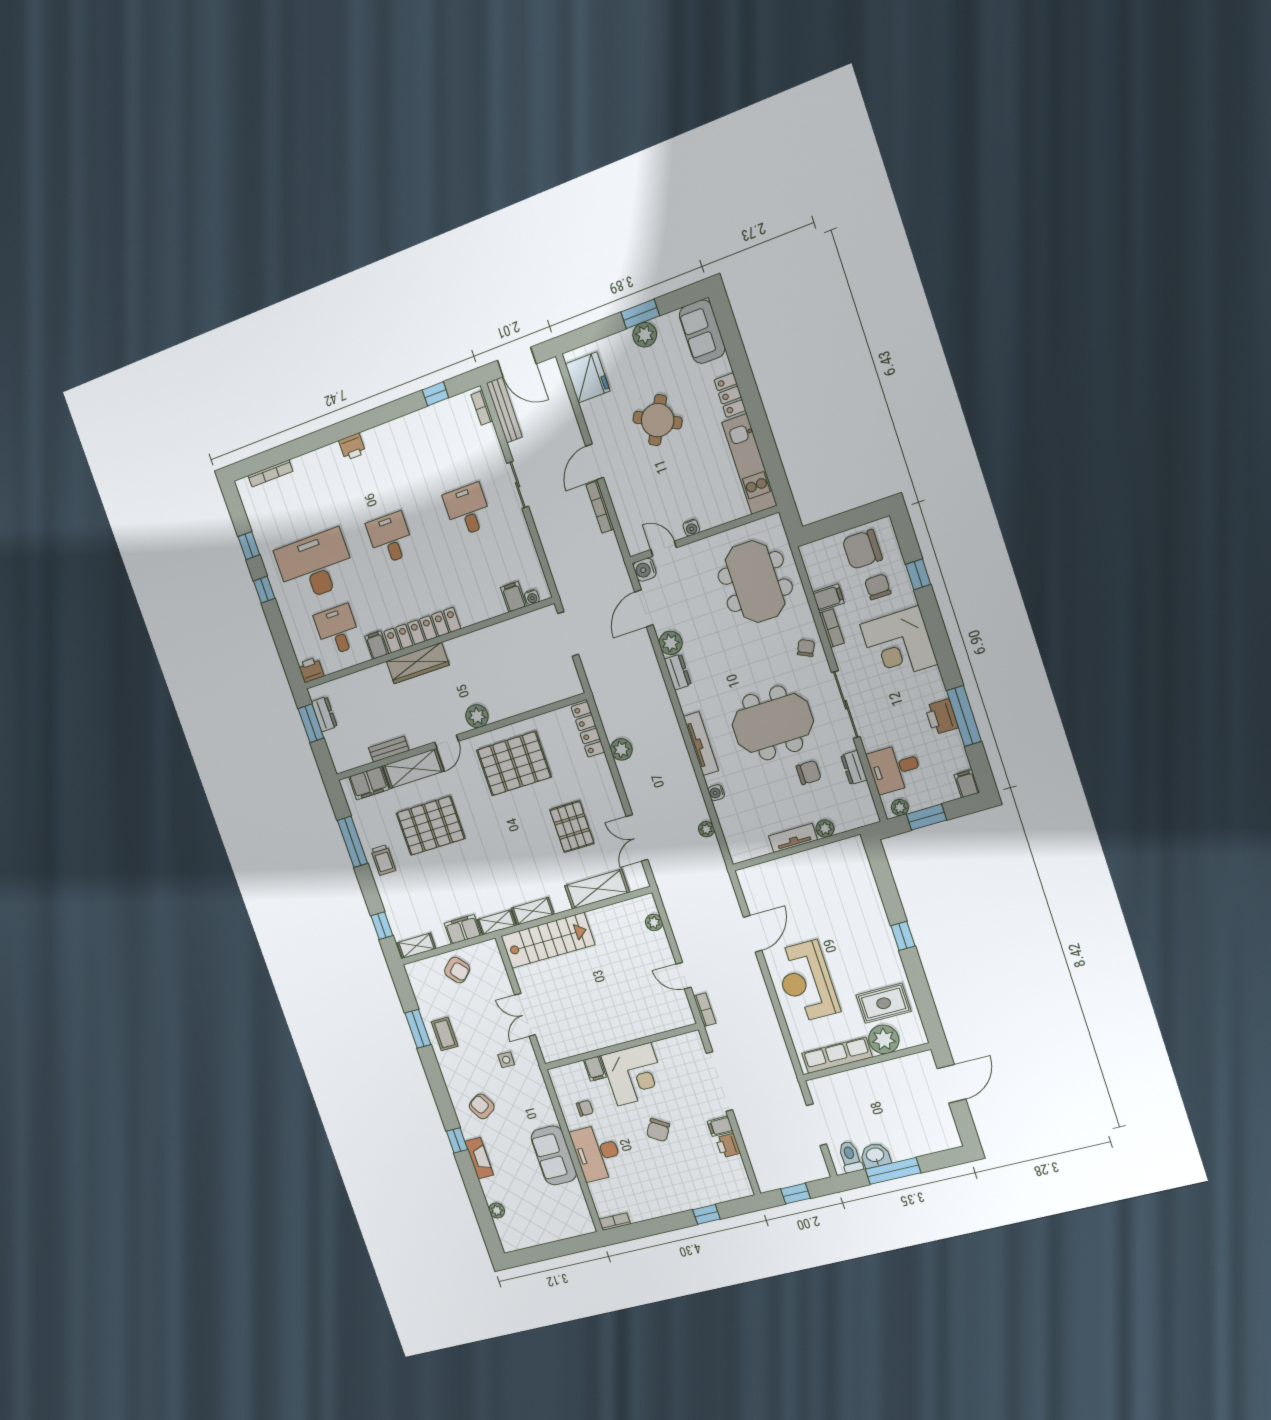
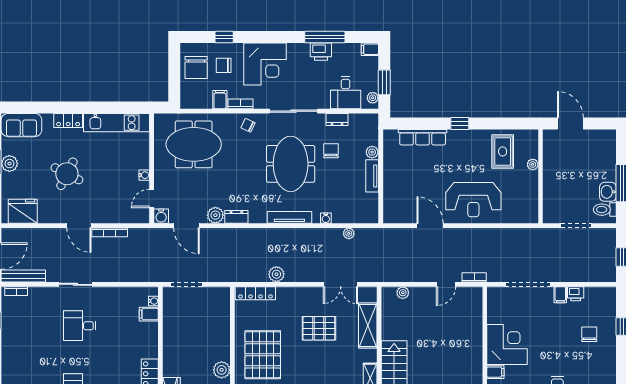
plant: (884, 1039) -> (533, 164), width x0.53, depth x0.53
row of seats: (837, 1055) -> (423, 137), moved, turned -90
chair: (658, 1130) -> (589, 334), moved, turned -122

